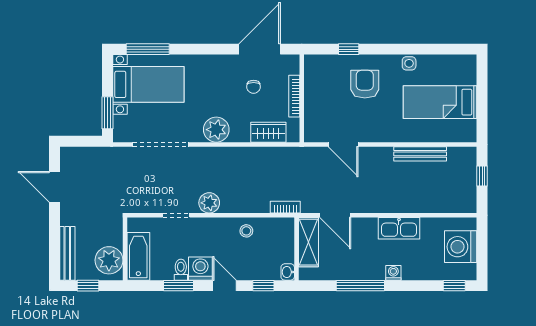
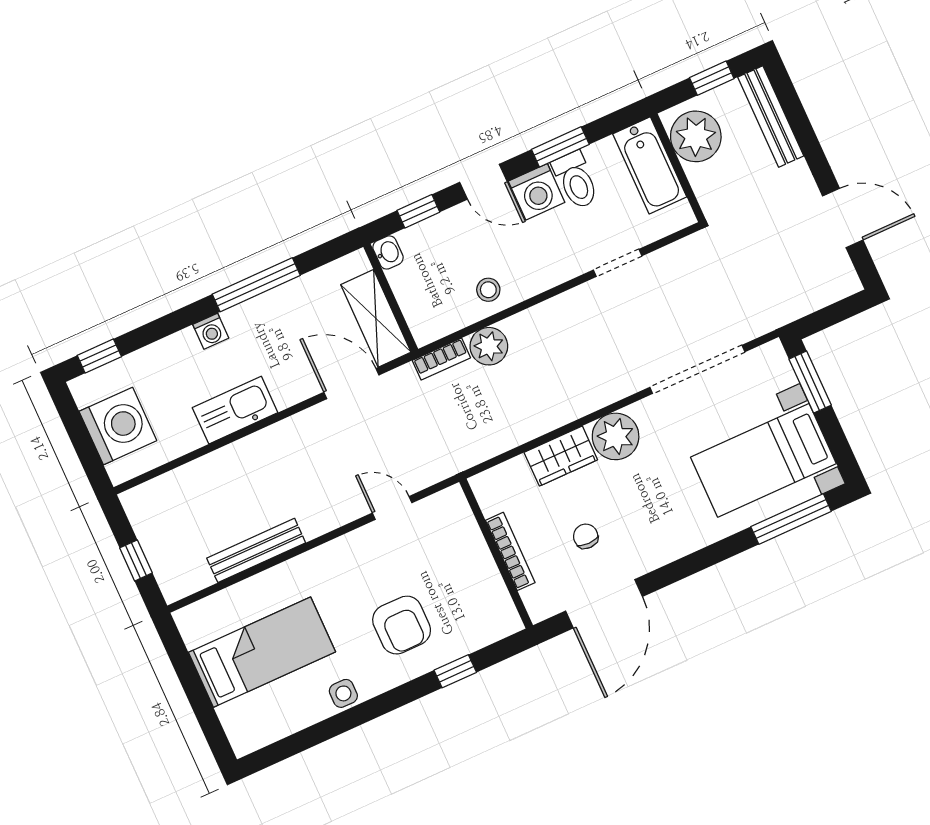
wardrobe: (268, 132) -> (561, 456), moved
door: (343, 144) -> (392, 508), width x0.73
plant: (209, 203) -> (489, 346), moved
toilet: (181, 270) -> (576, 180), width x1.37, depth x1.39

